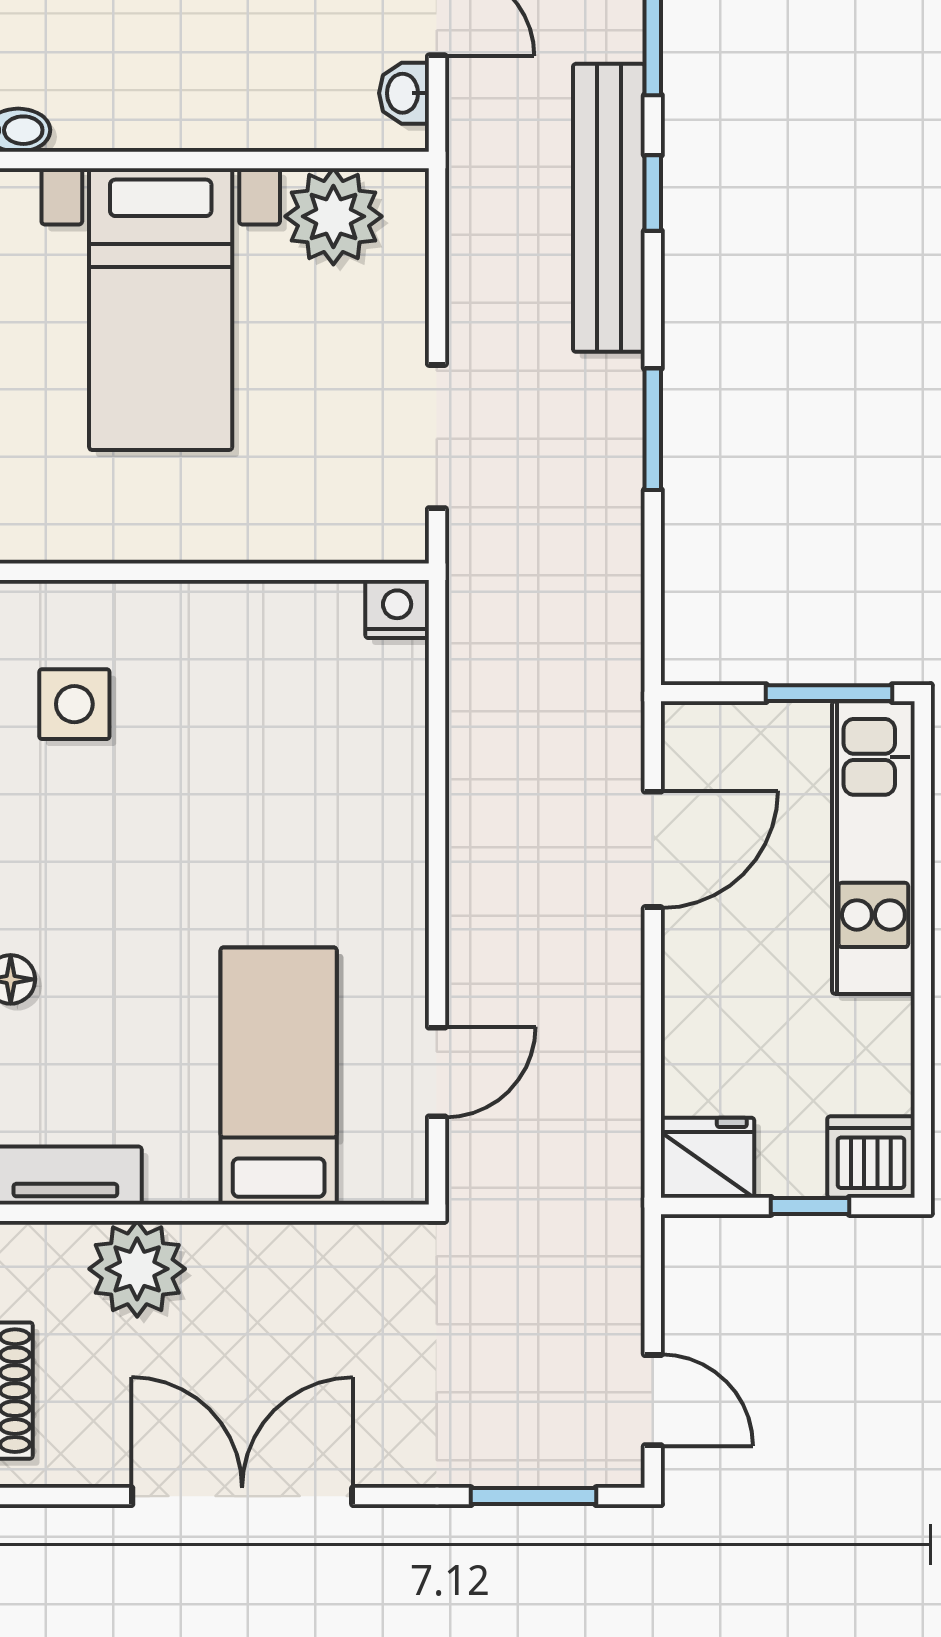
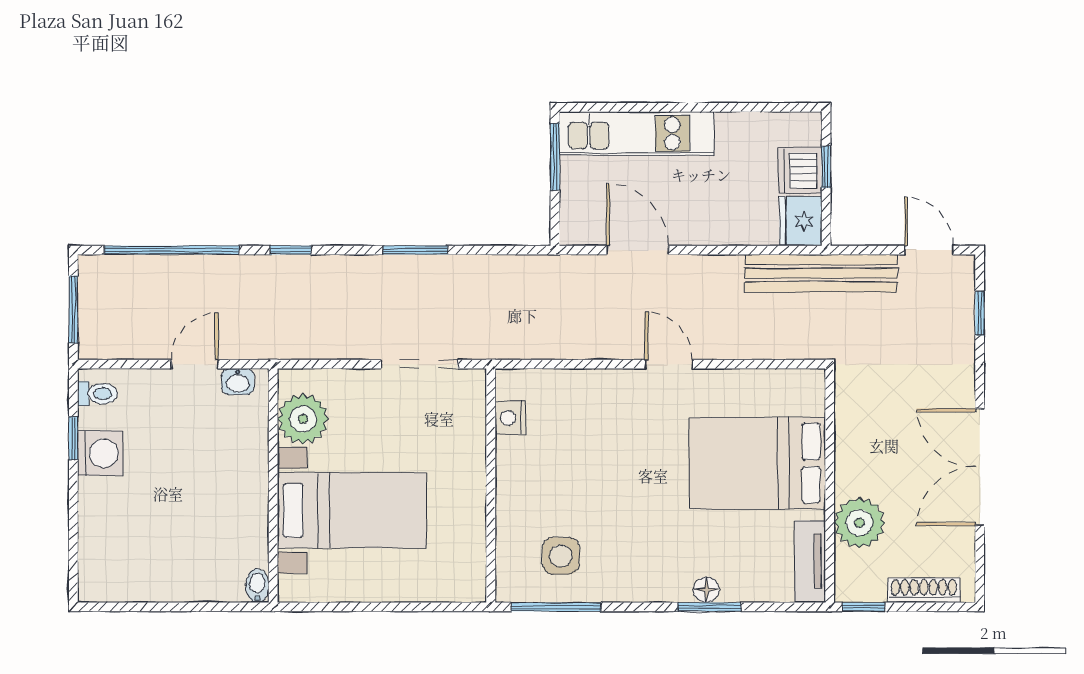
bench: (609, 208) -> (821, 273), moved
nightstand: (397, 609) -> (510, 418), moved
door: (437, 1072) -> (669, 364), moved
bed: (279, 1076) -> (757, 463), width x1.50
dishwasher: (871, 1157) -> (800, 171), moved
door: (653, 1400) -> (929, 250), hinge flipped
window: (533, 1496) -> (980, 313), width x0.67

